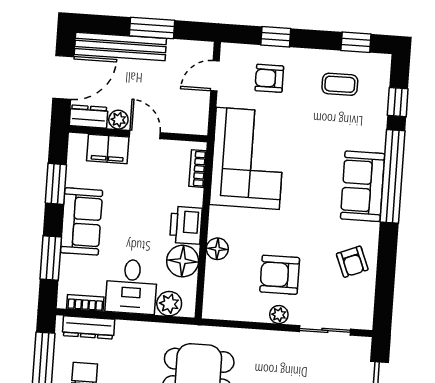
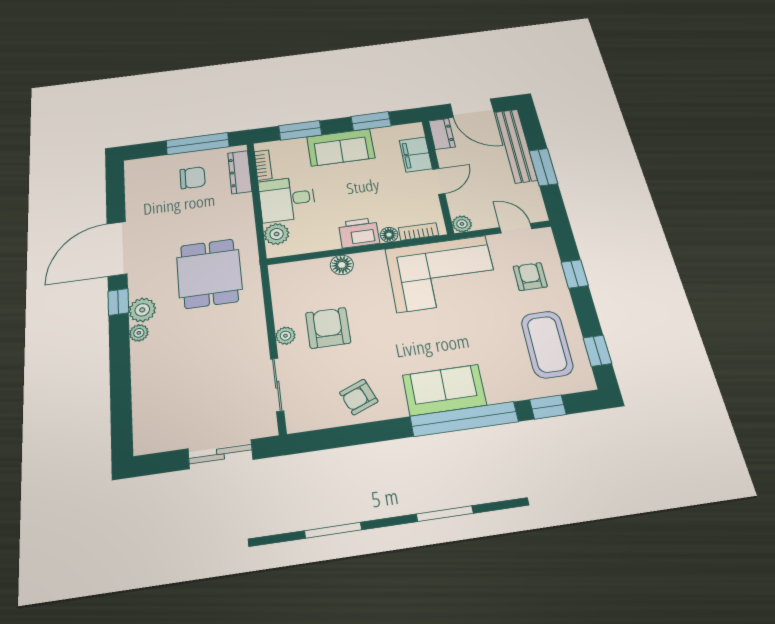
coffee table: (340, 84) -> (547, 344), width x1.86, depth x1.72
plant: (118, 120) -> (462, 224), moved
floor lamp: (183, 261) -> (389, 235), moved, width x0.53, depth x0.53

